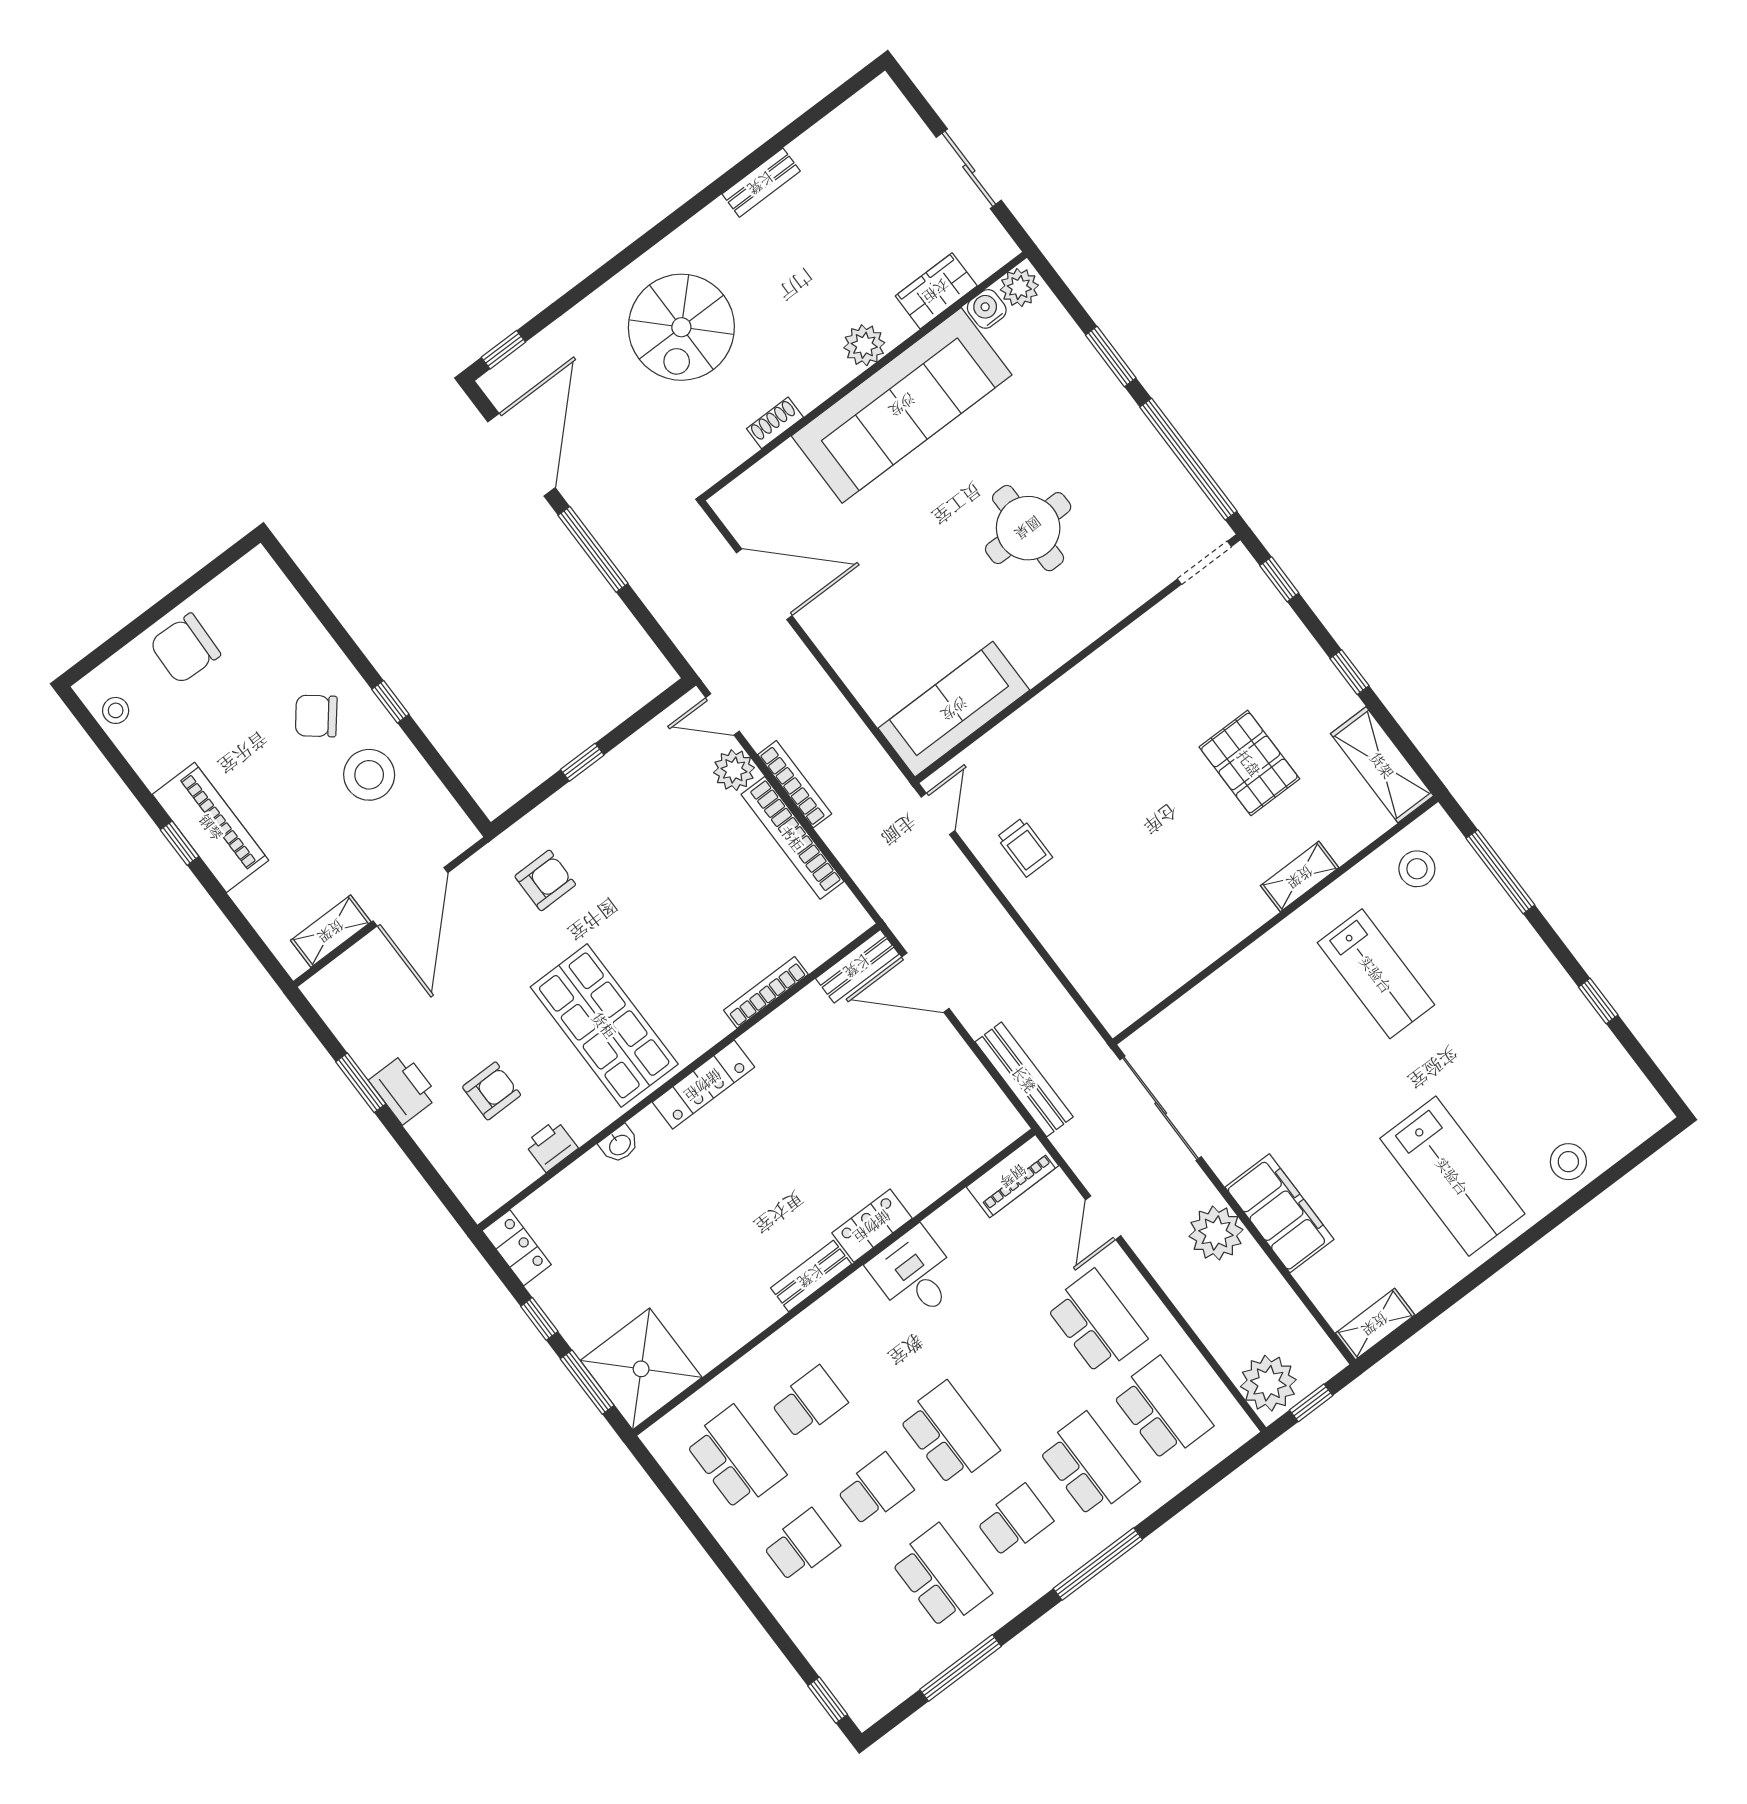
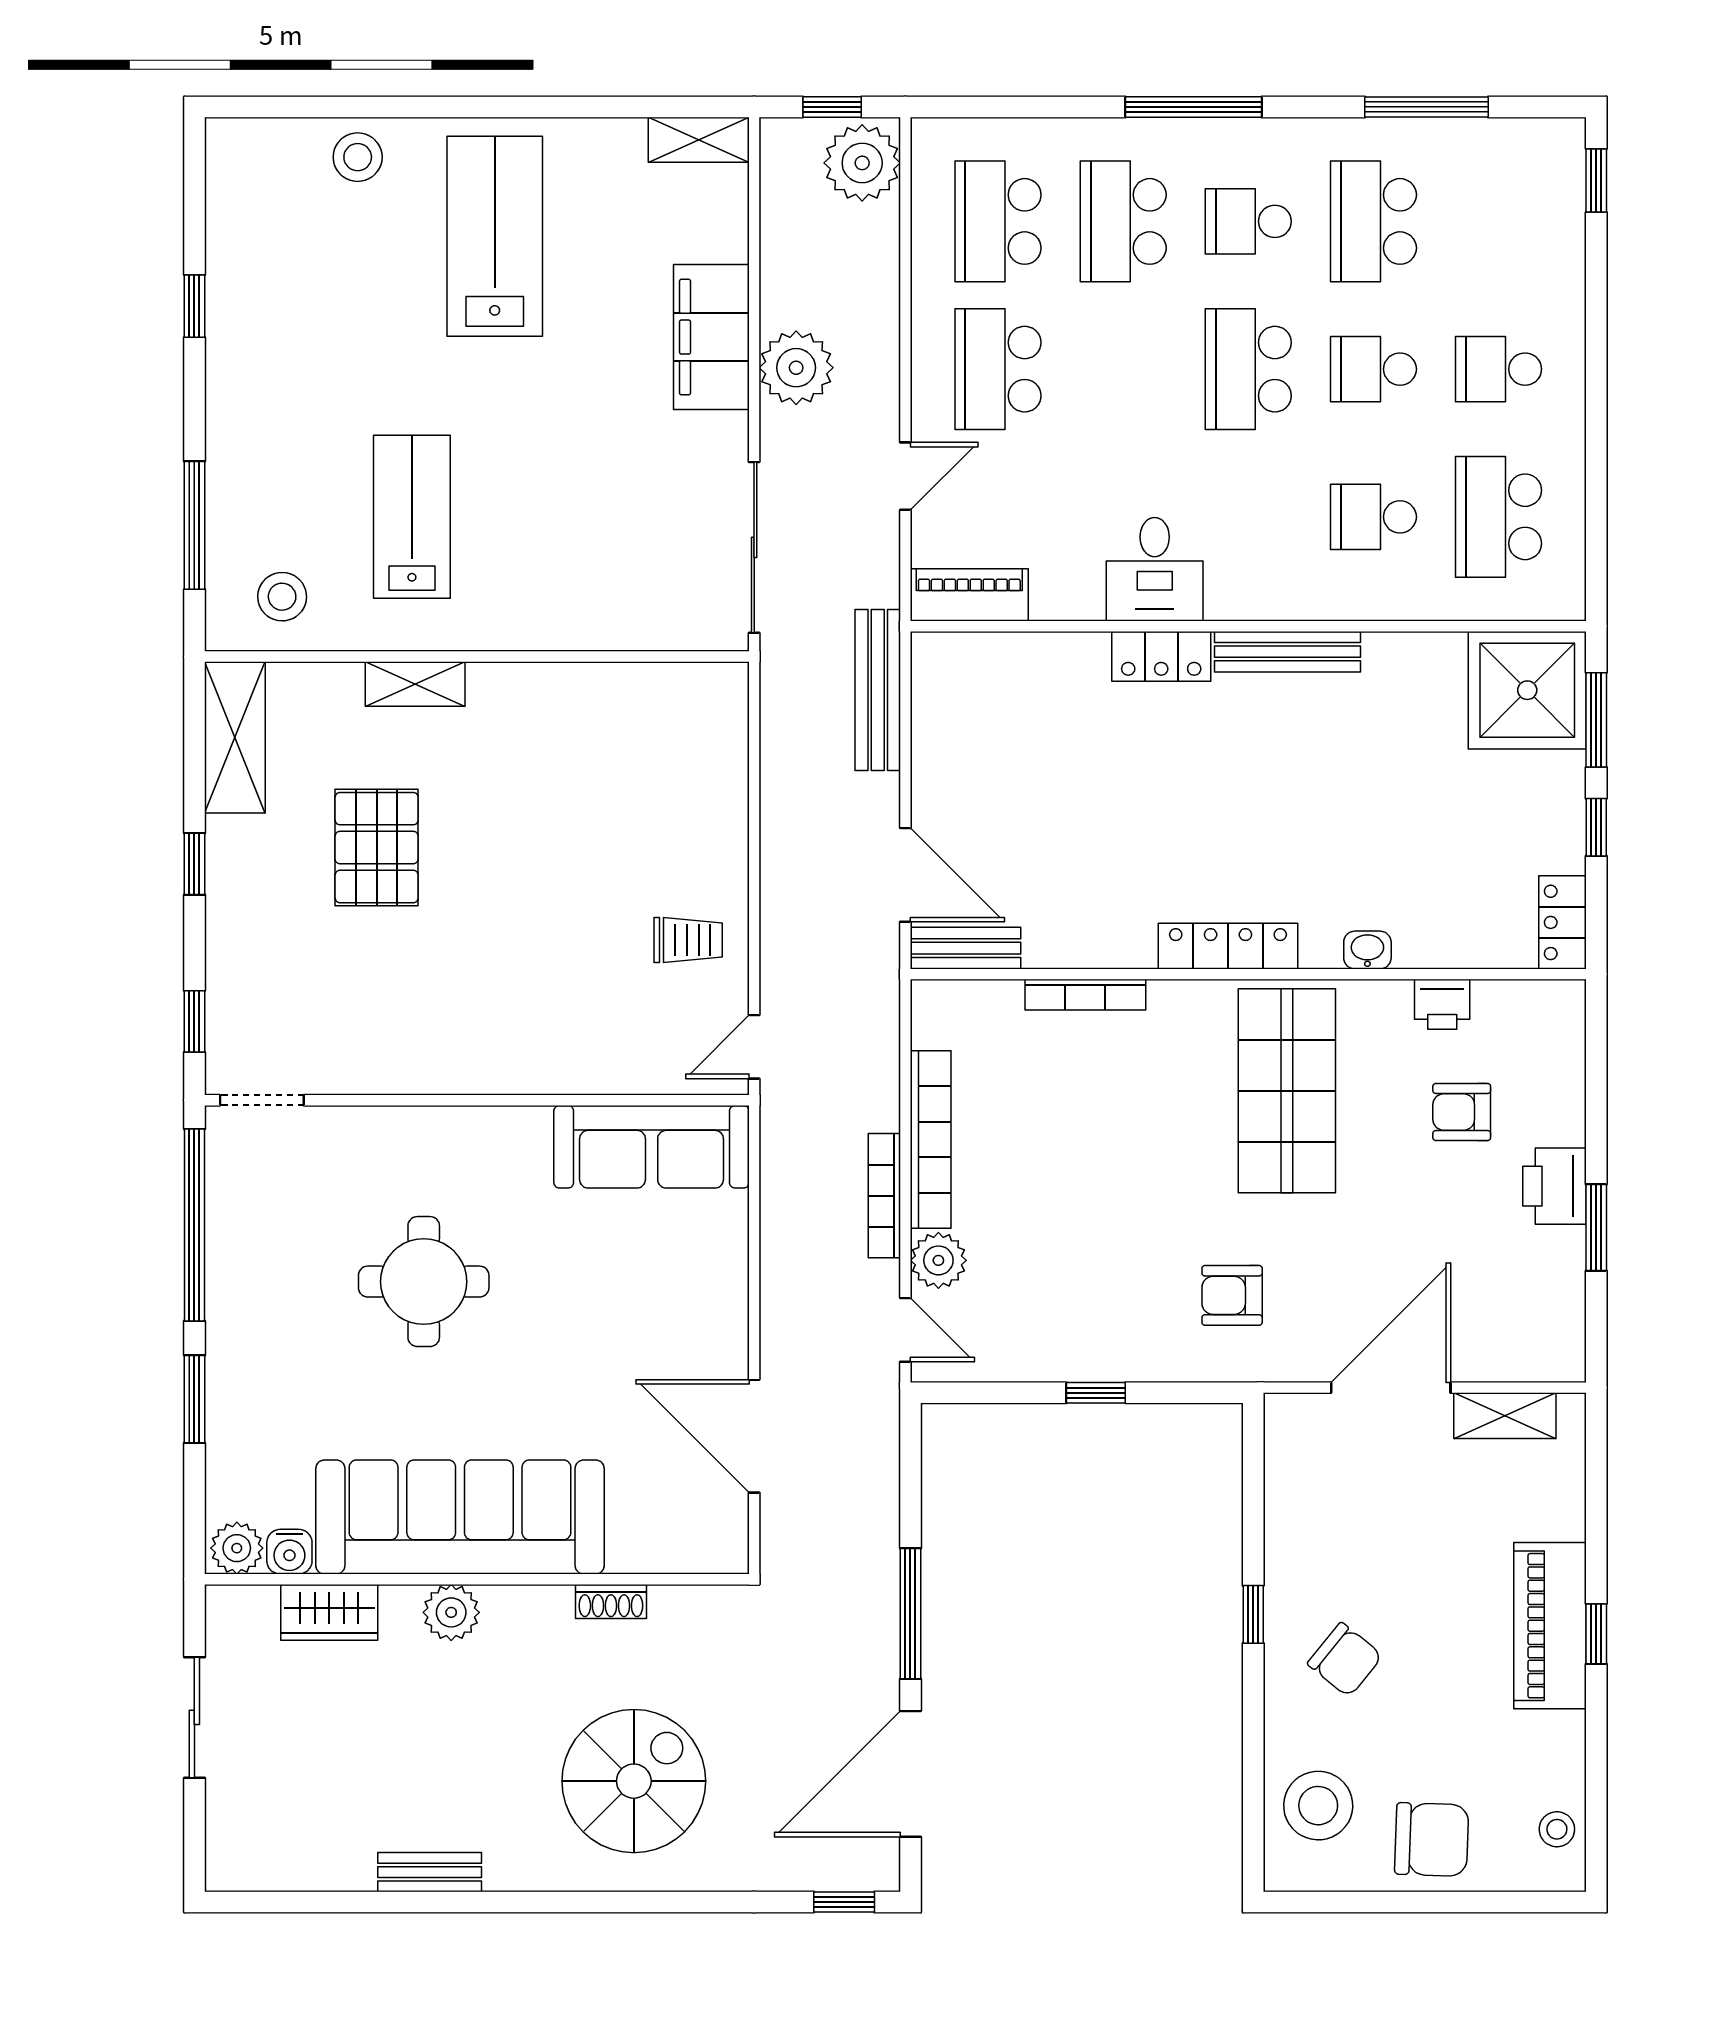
stool: (369, 775) -> (1318, 1806), moved
trolley: (1024, 847) -> (688, 940), turned 90
bench: (811, 1276) -> (1288, 652), width x1.36

